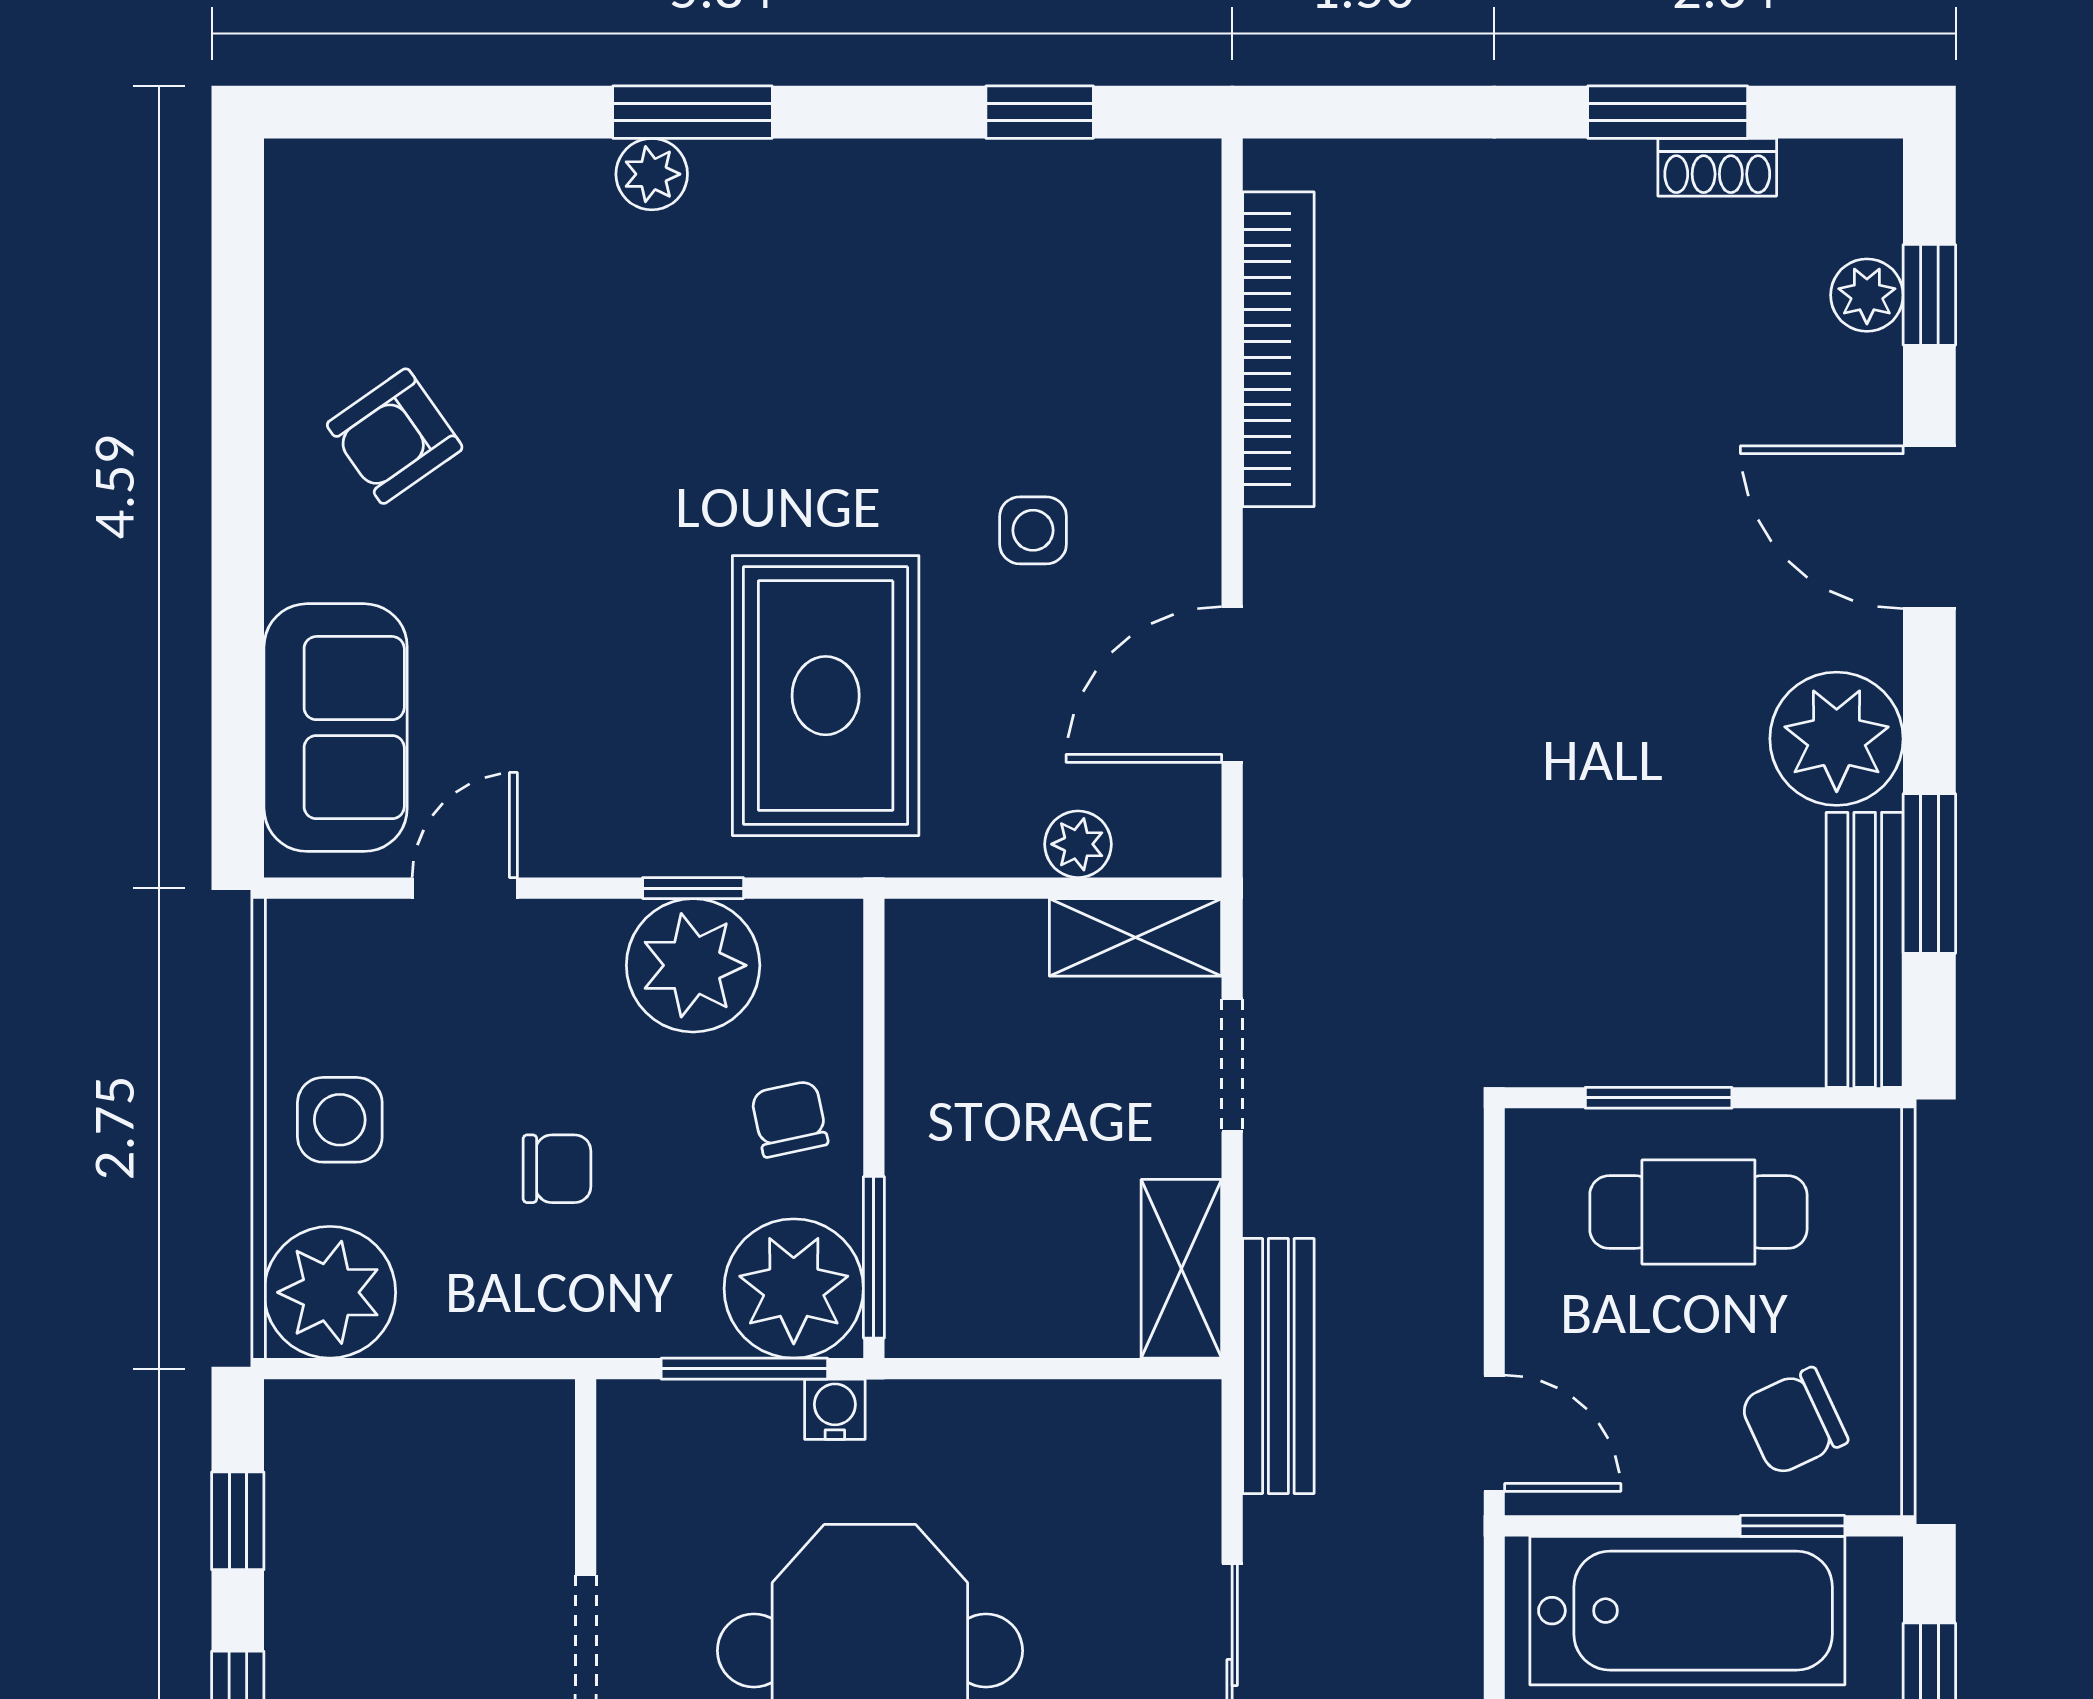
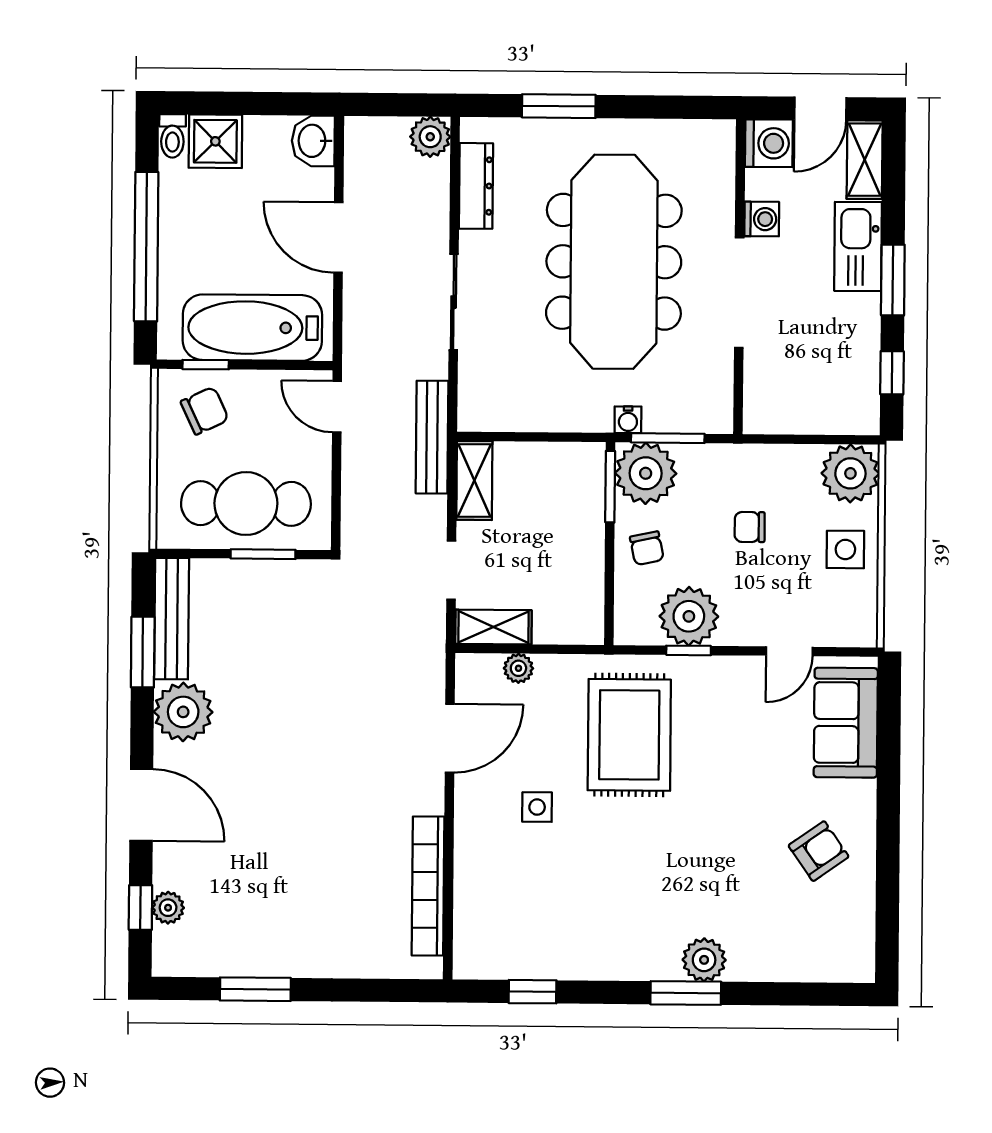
shoe rack: (1717, 167) -> (234, 965), removed
plant: (652, 174) -> (704, 960), width x1.38, depth x1.38
cafe table: (1698, 1212) -> (246, 504), width x1.37, depth x1.35

